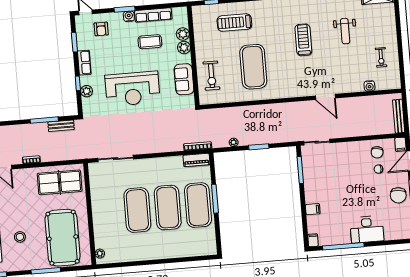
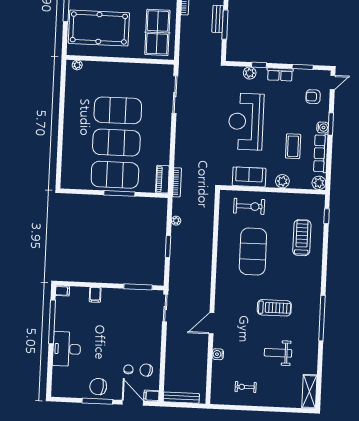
plant: (183, 34) -> (319, 183), moved
exercise mat: (253, 67) -> (253, 252), turned 90
exercise bike: (211, 76) -> (249, 206), turned 180
water cooler: (369, 86) -> (218, 354), moved
bench: (61, 126) -> (218, 19), moved

